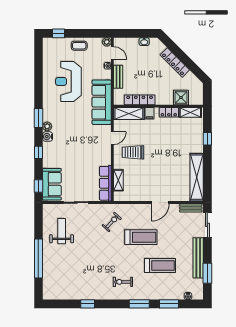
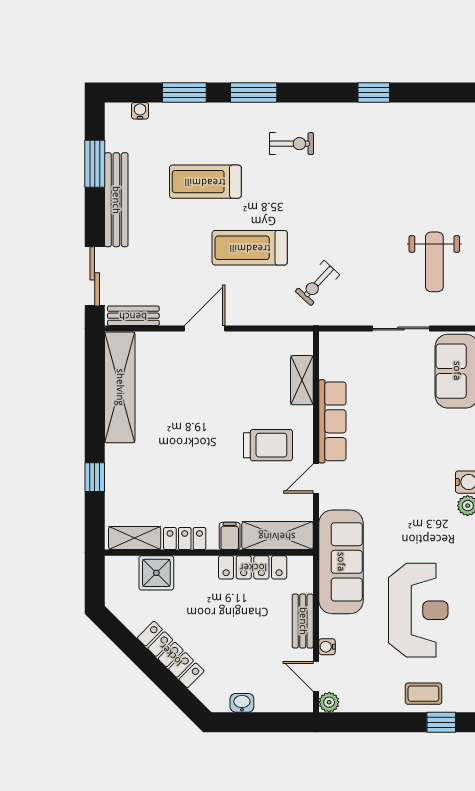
coffee table: (79, 46) -> (423, 694), moved
row of seats: (105, 183) -> (332, 421), moved

